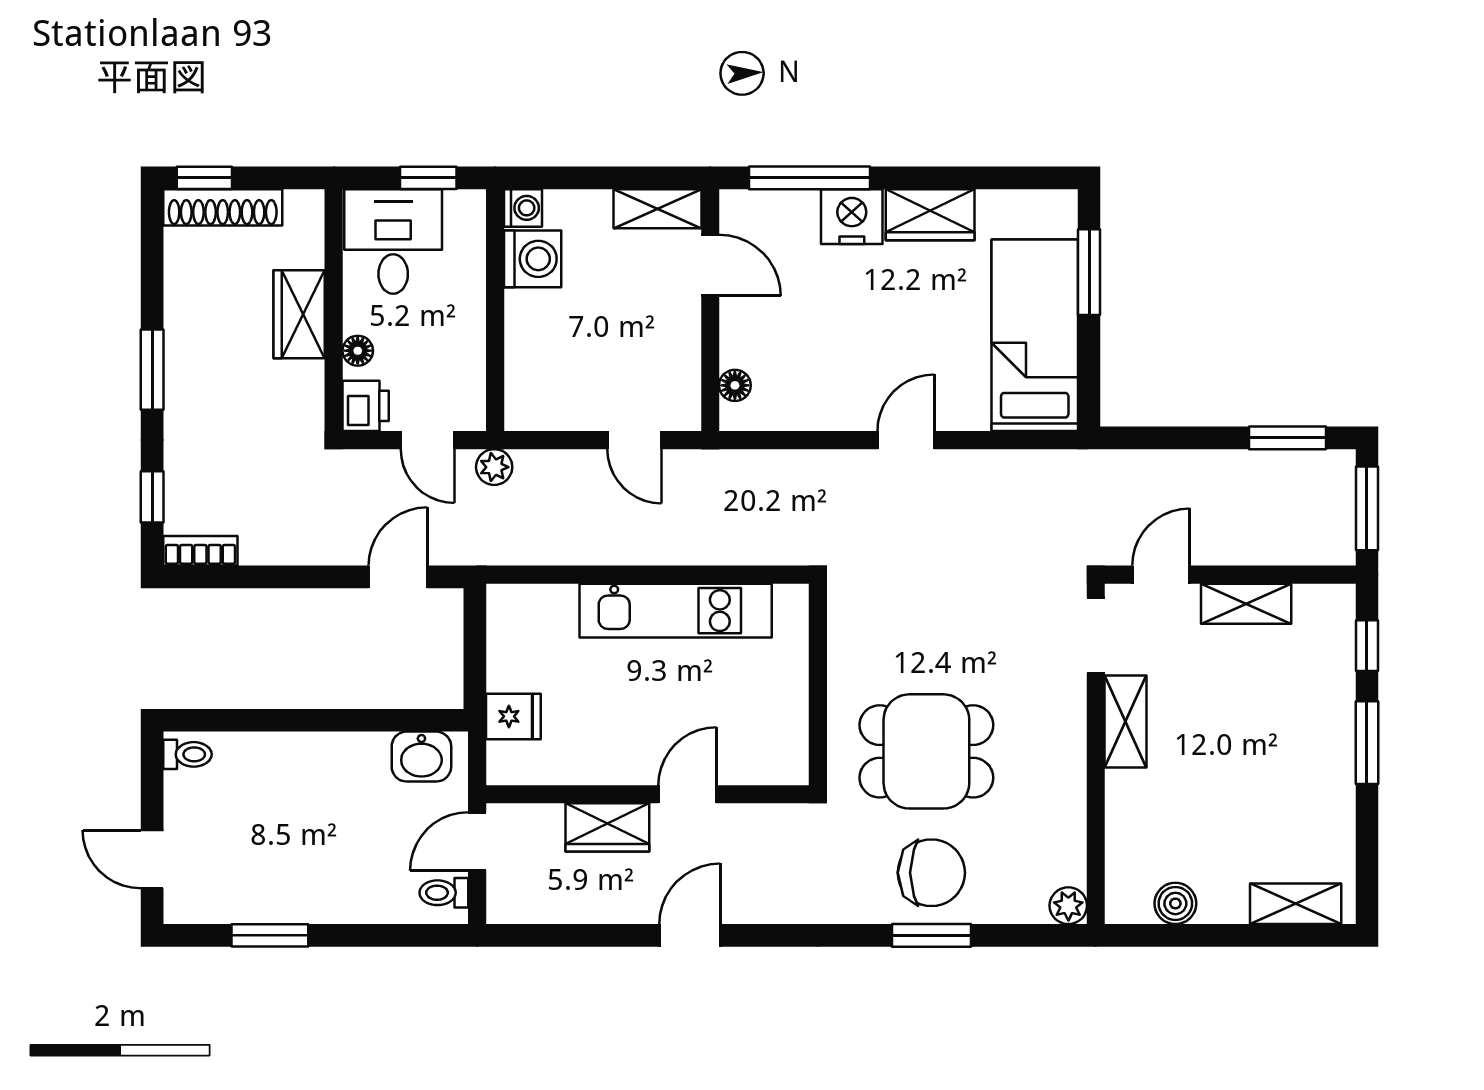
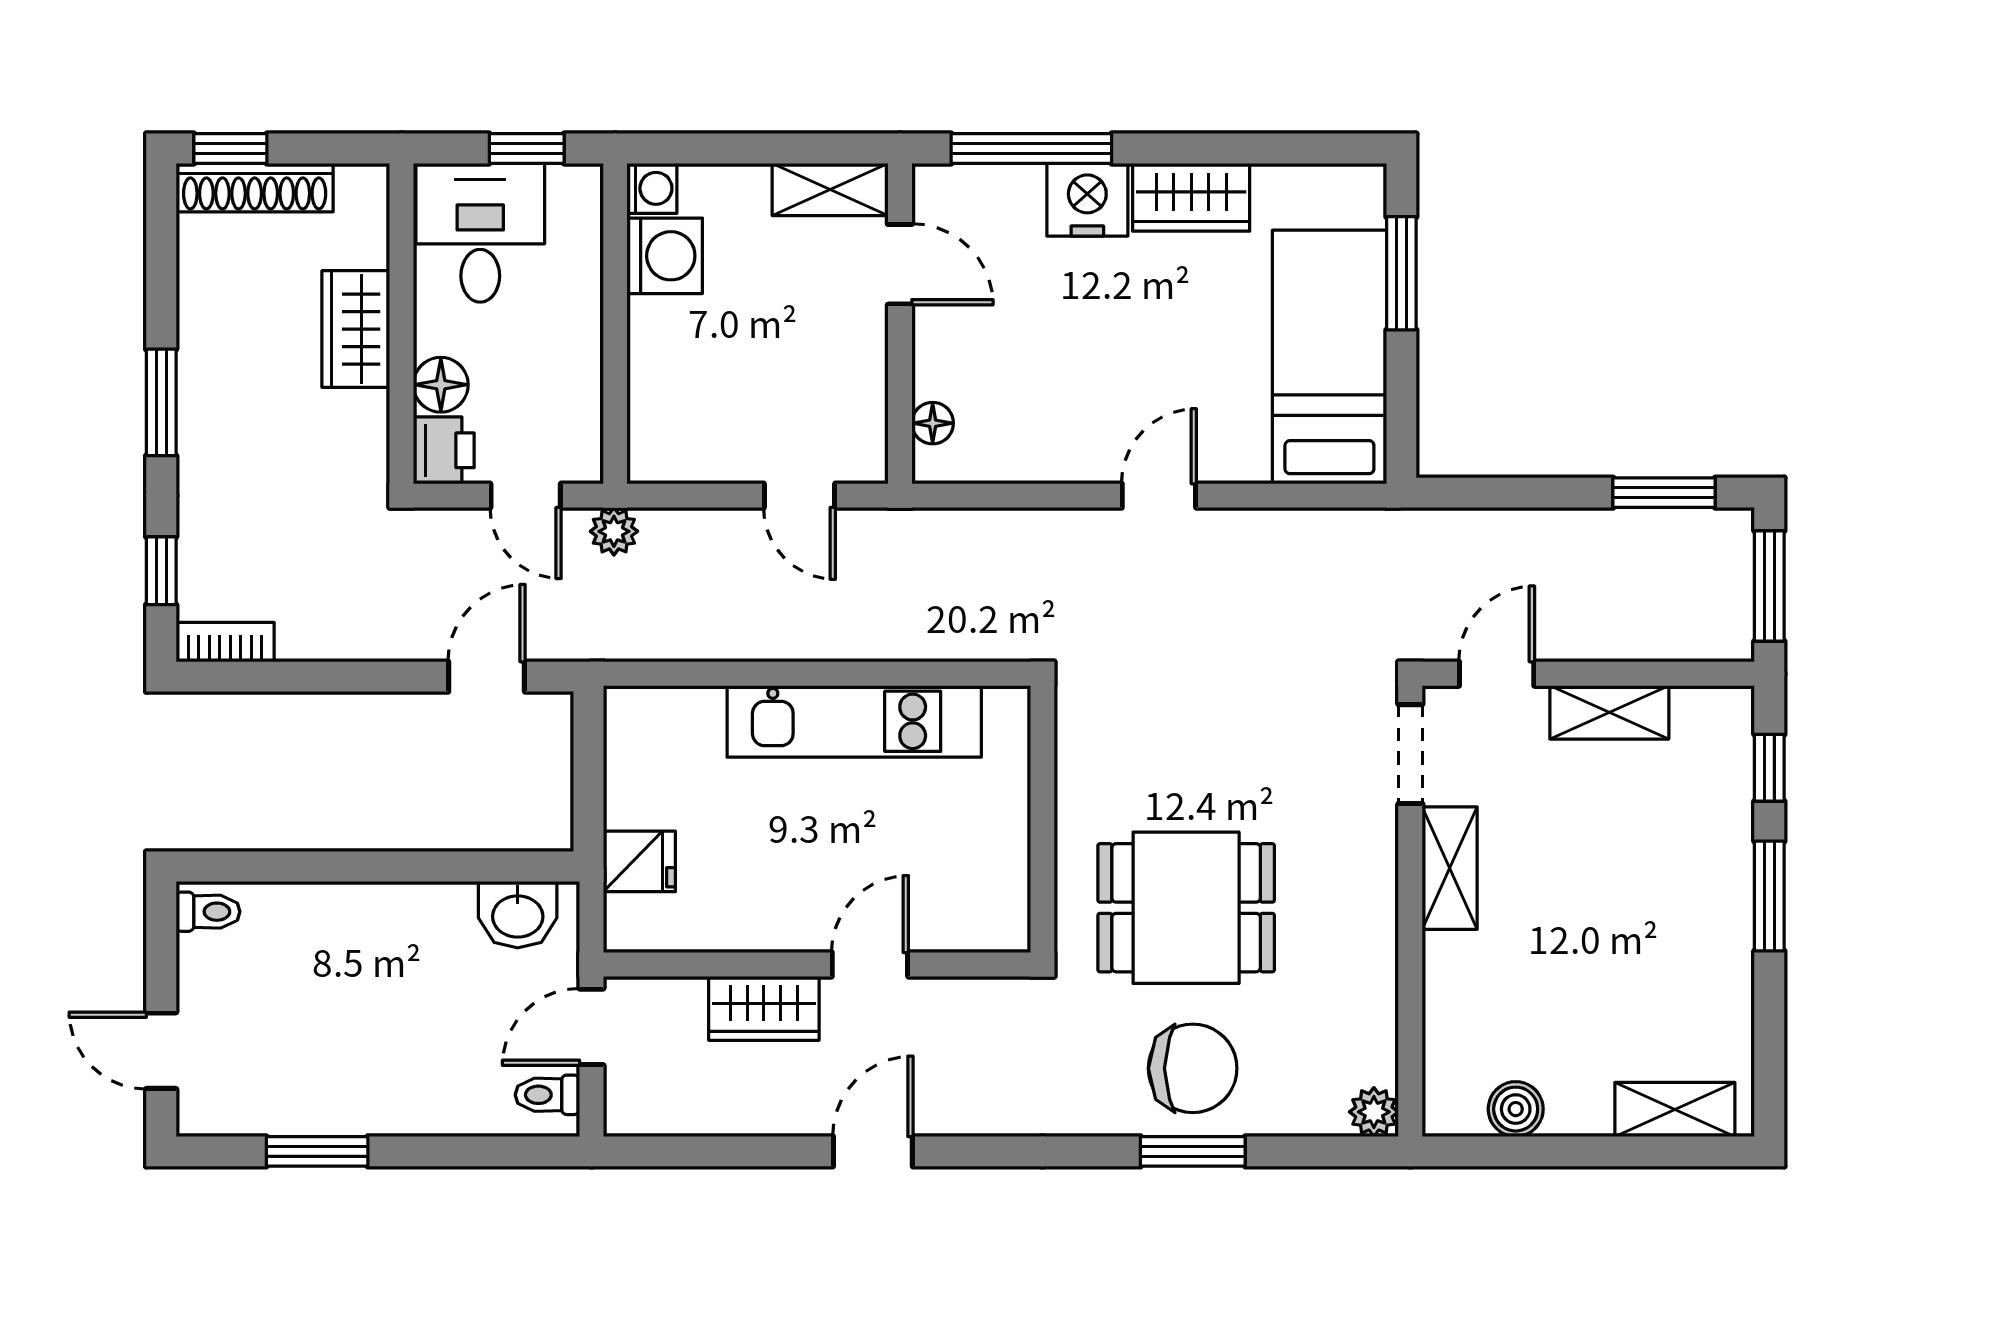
floor lamp: (358, 351) -> (441, 385), width x1.37, depth x1.37

